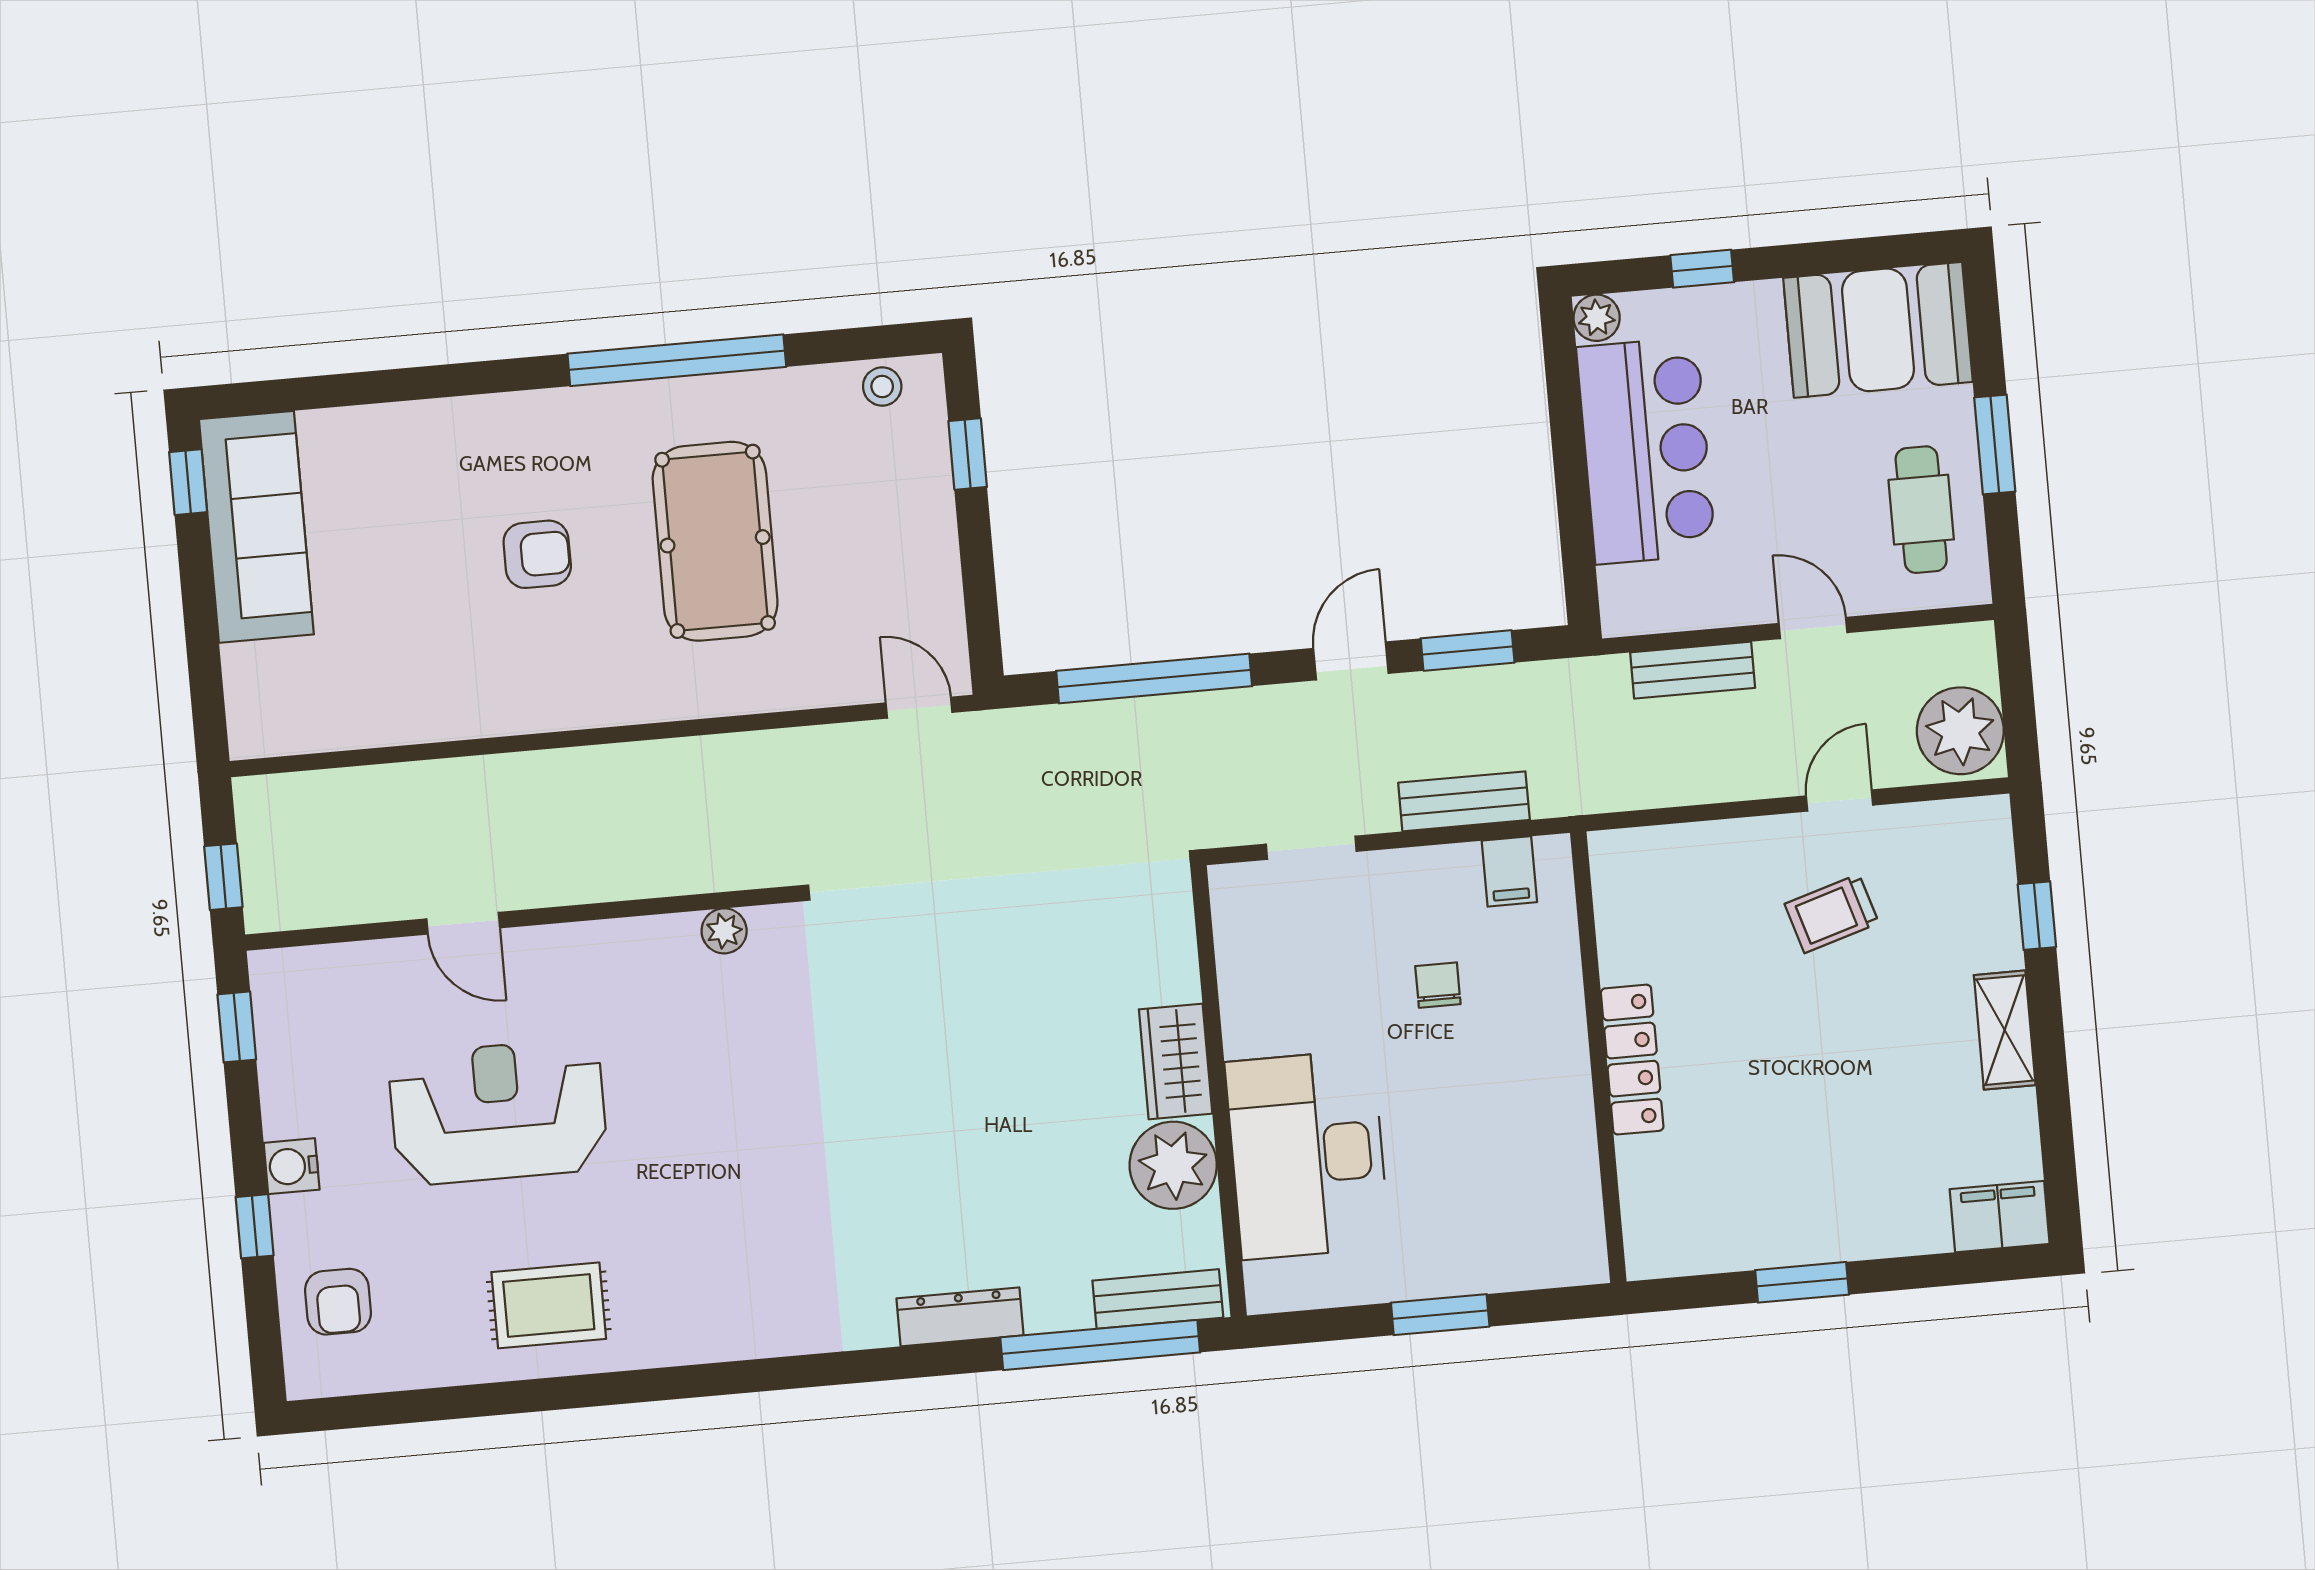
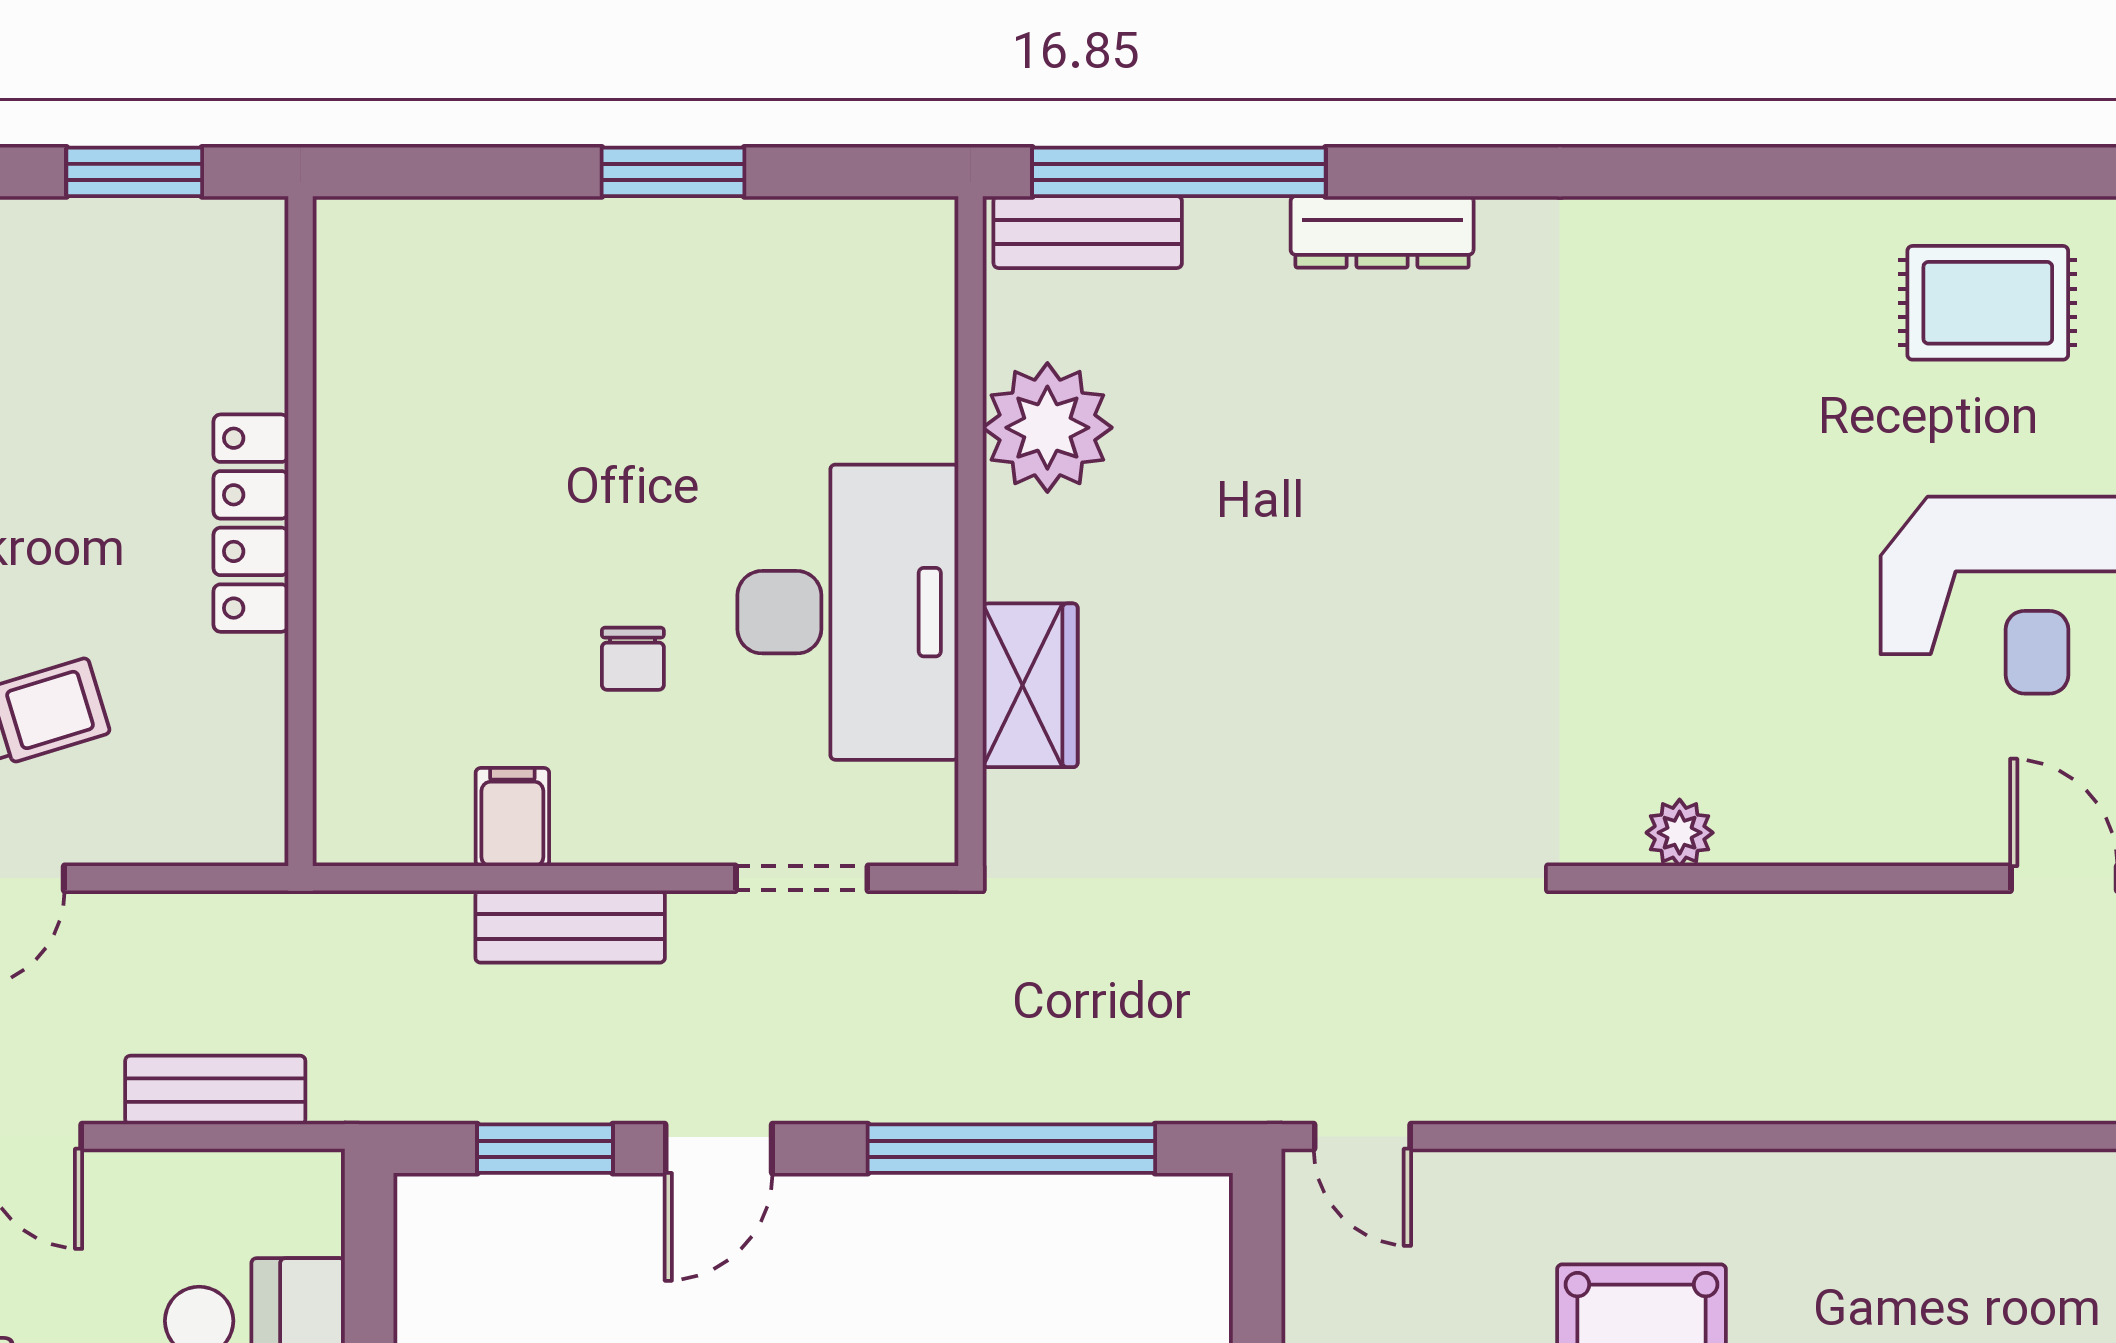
wall: (1598, 1057) -> (301, 531), moved
locker: (1632, 1060) -> (251, 523), moved
wardrobe: (1176, 1061) -> (1030, 685), moved
desk: (1307, 1155) -> (848, 612), moved

